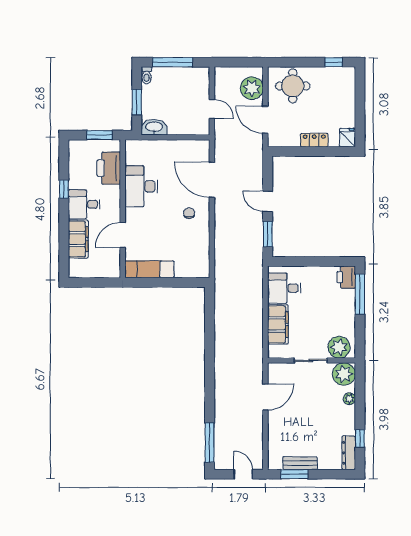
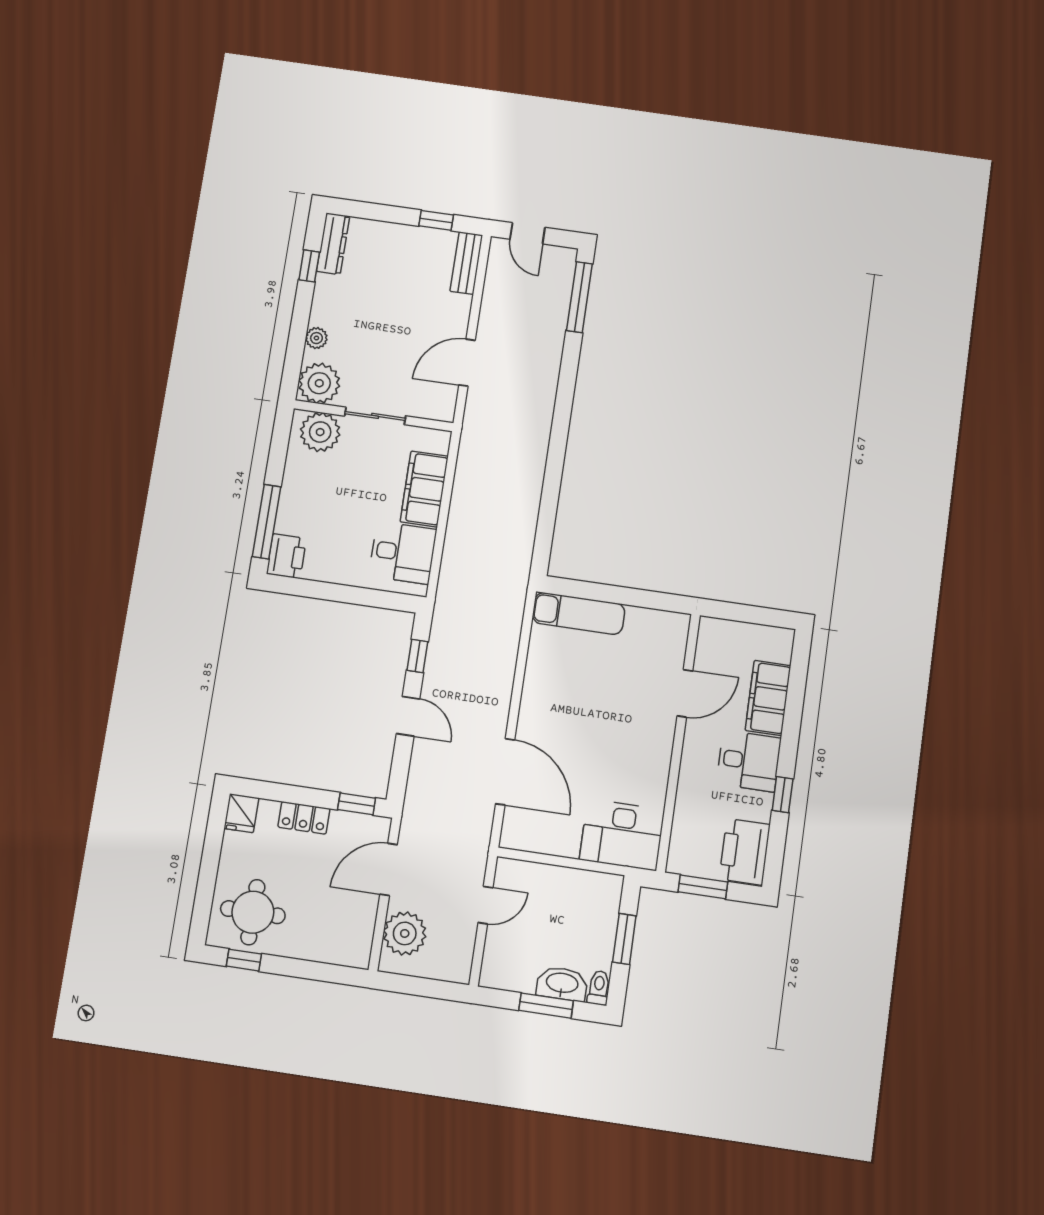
window: (173, 62) -> (546, 1006), width x0.69
round table: (293, 86) -> (253, 912), moved
door: (212, 109) -> (485, 905), swing flipped
door: (265, 120) -> (389, 869), swing flipped
washbasin: (154, 127) -> (562, 984), moved, turned 180
window: (288, 151) -> (357, 804), added
printer: (109, 168) -> (745, 852), moved, turned 180
desk: (141, 186) -> (622, 835), moved, turned 90
chair: (189, 213) -> (557, 716), removed
window: (268, 234) -> (417, 656), width x0.67
exam couch: (149, 269) -> (579, 613), moved
bench: (300, 463) -> (466, 263), moved, turned 90
window: (294, 474) -> (436, 220), width x0.67

